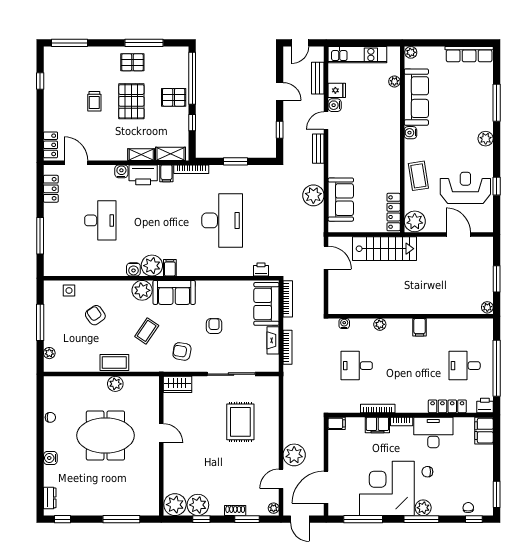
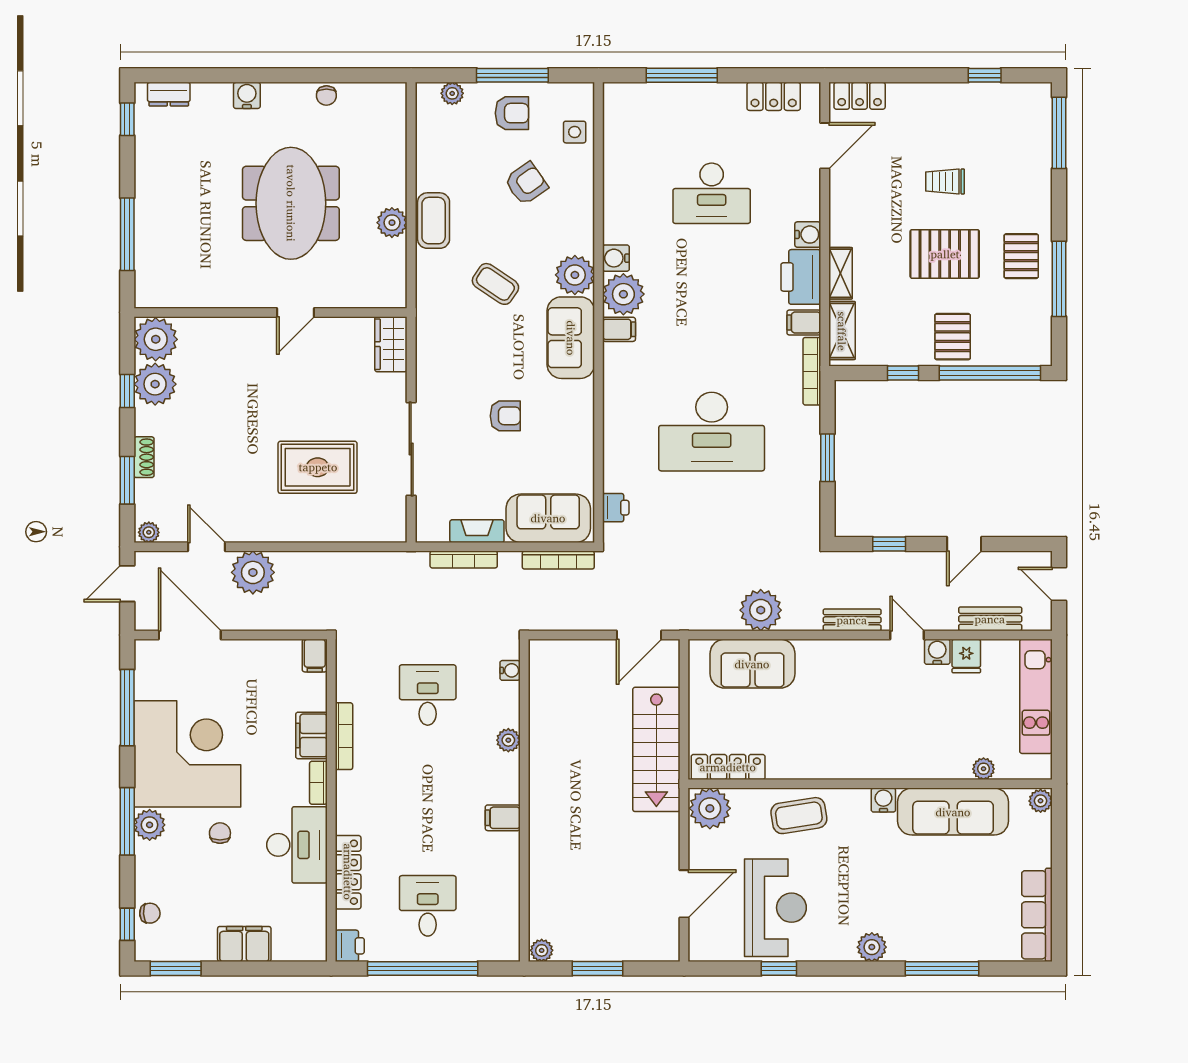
armchair: (182, 351) -> (512, 113), moved, turned 80
filing cabinet: (484, 431) -> (244, 944), moved

